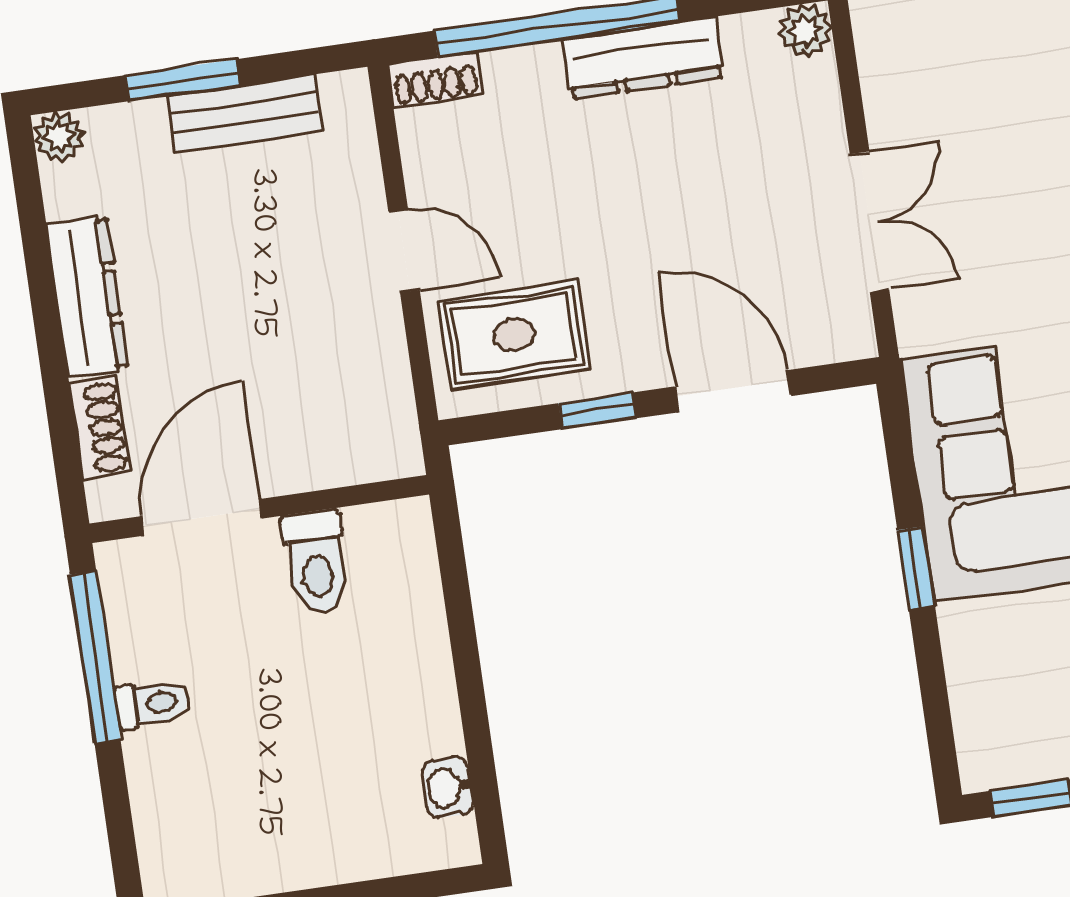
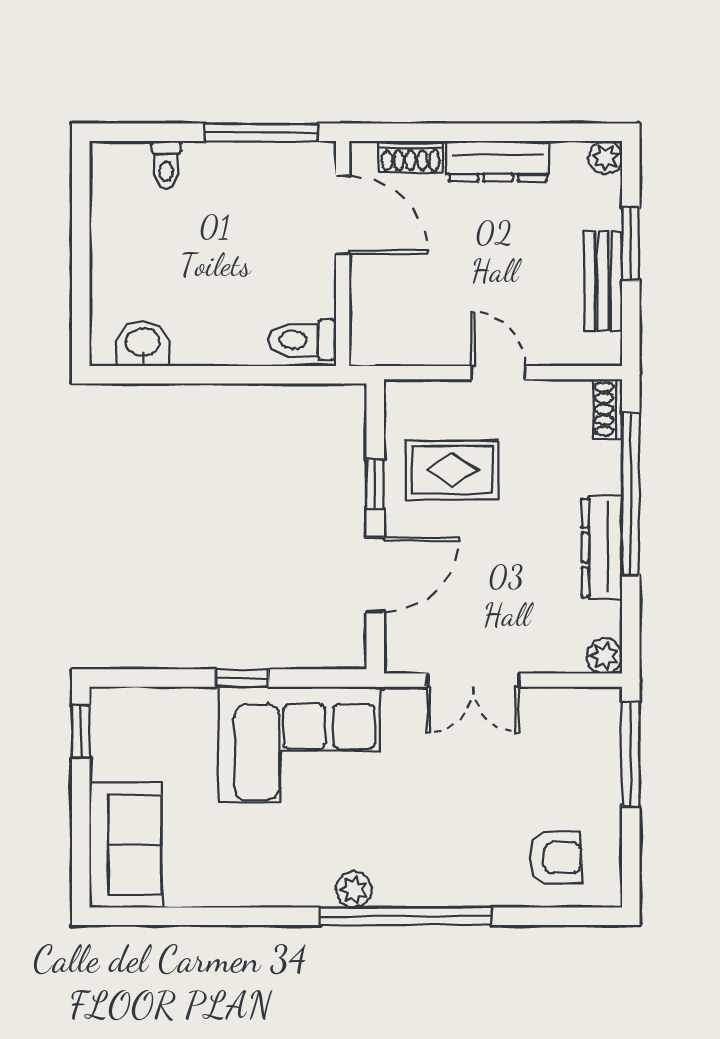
door: (404, 251) -> (498, 373), swing flipped
rug: (514, 335) -> (452, 470), moved, turned 90
toilet: (316, 562) -> (303, 340), moved
toilet: (152, 704) -> (166, 165), moved
washbasin: (448, 787) -> (143, 344), width x1.38, depth x1.45

